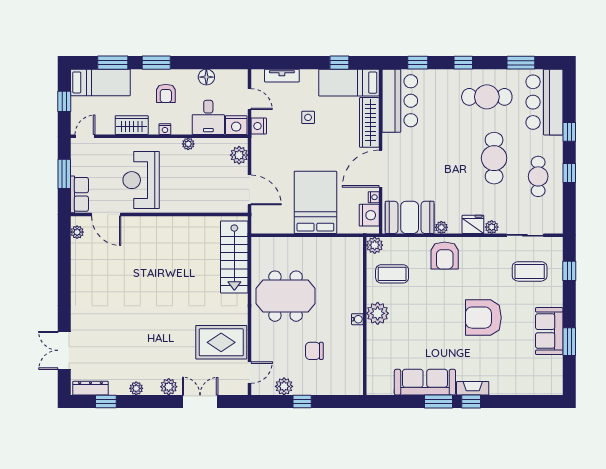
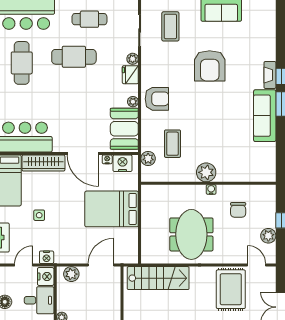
plant: (378, 313) -> (206, 172), moved
wall: (365, 316) -> (208, 183), moved
water cooler: (357, 319) -> (211, 190), moved

